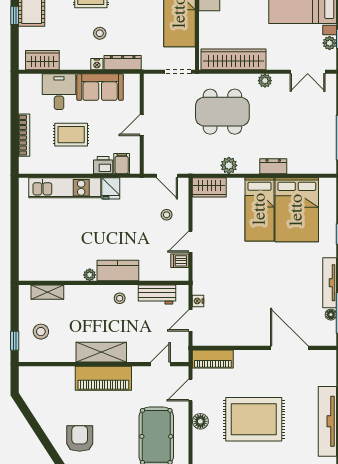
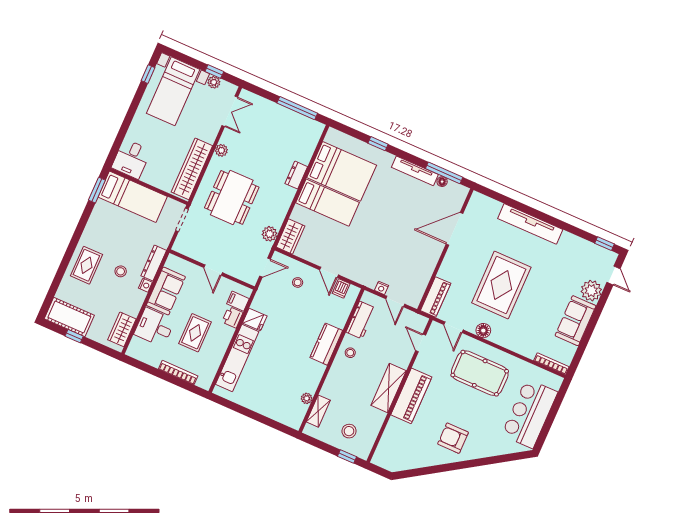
plant: (229, 165) -> (270, 234), moved
plant: (90, 275) -> (307, 398), moved

